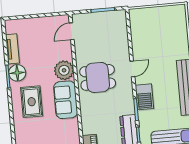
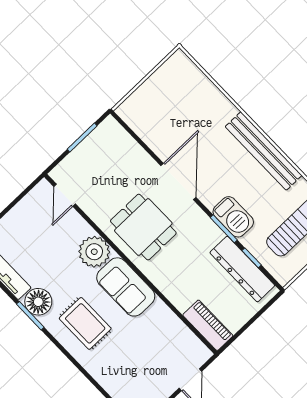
door: (132, 69) -> (178, 181), width x1.87
dining table: (98, 77) -> (143, 227), turned 90
barbecue: (144, 97) -> (233, 217), moved

